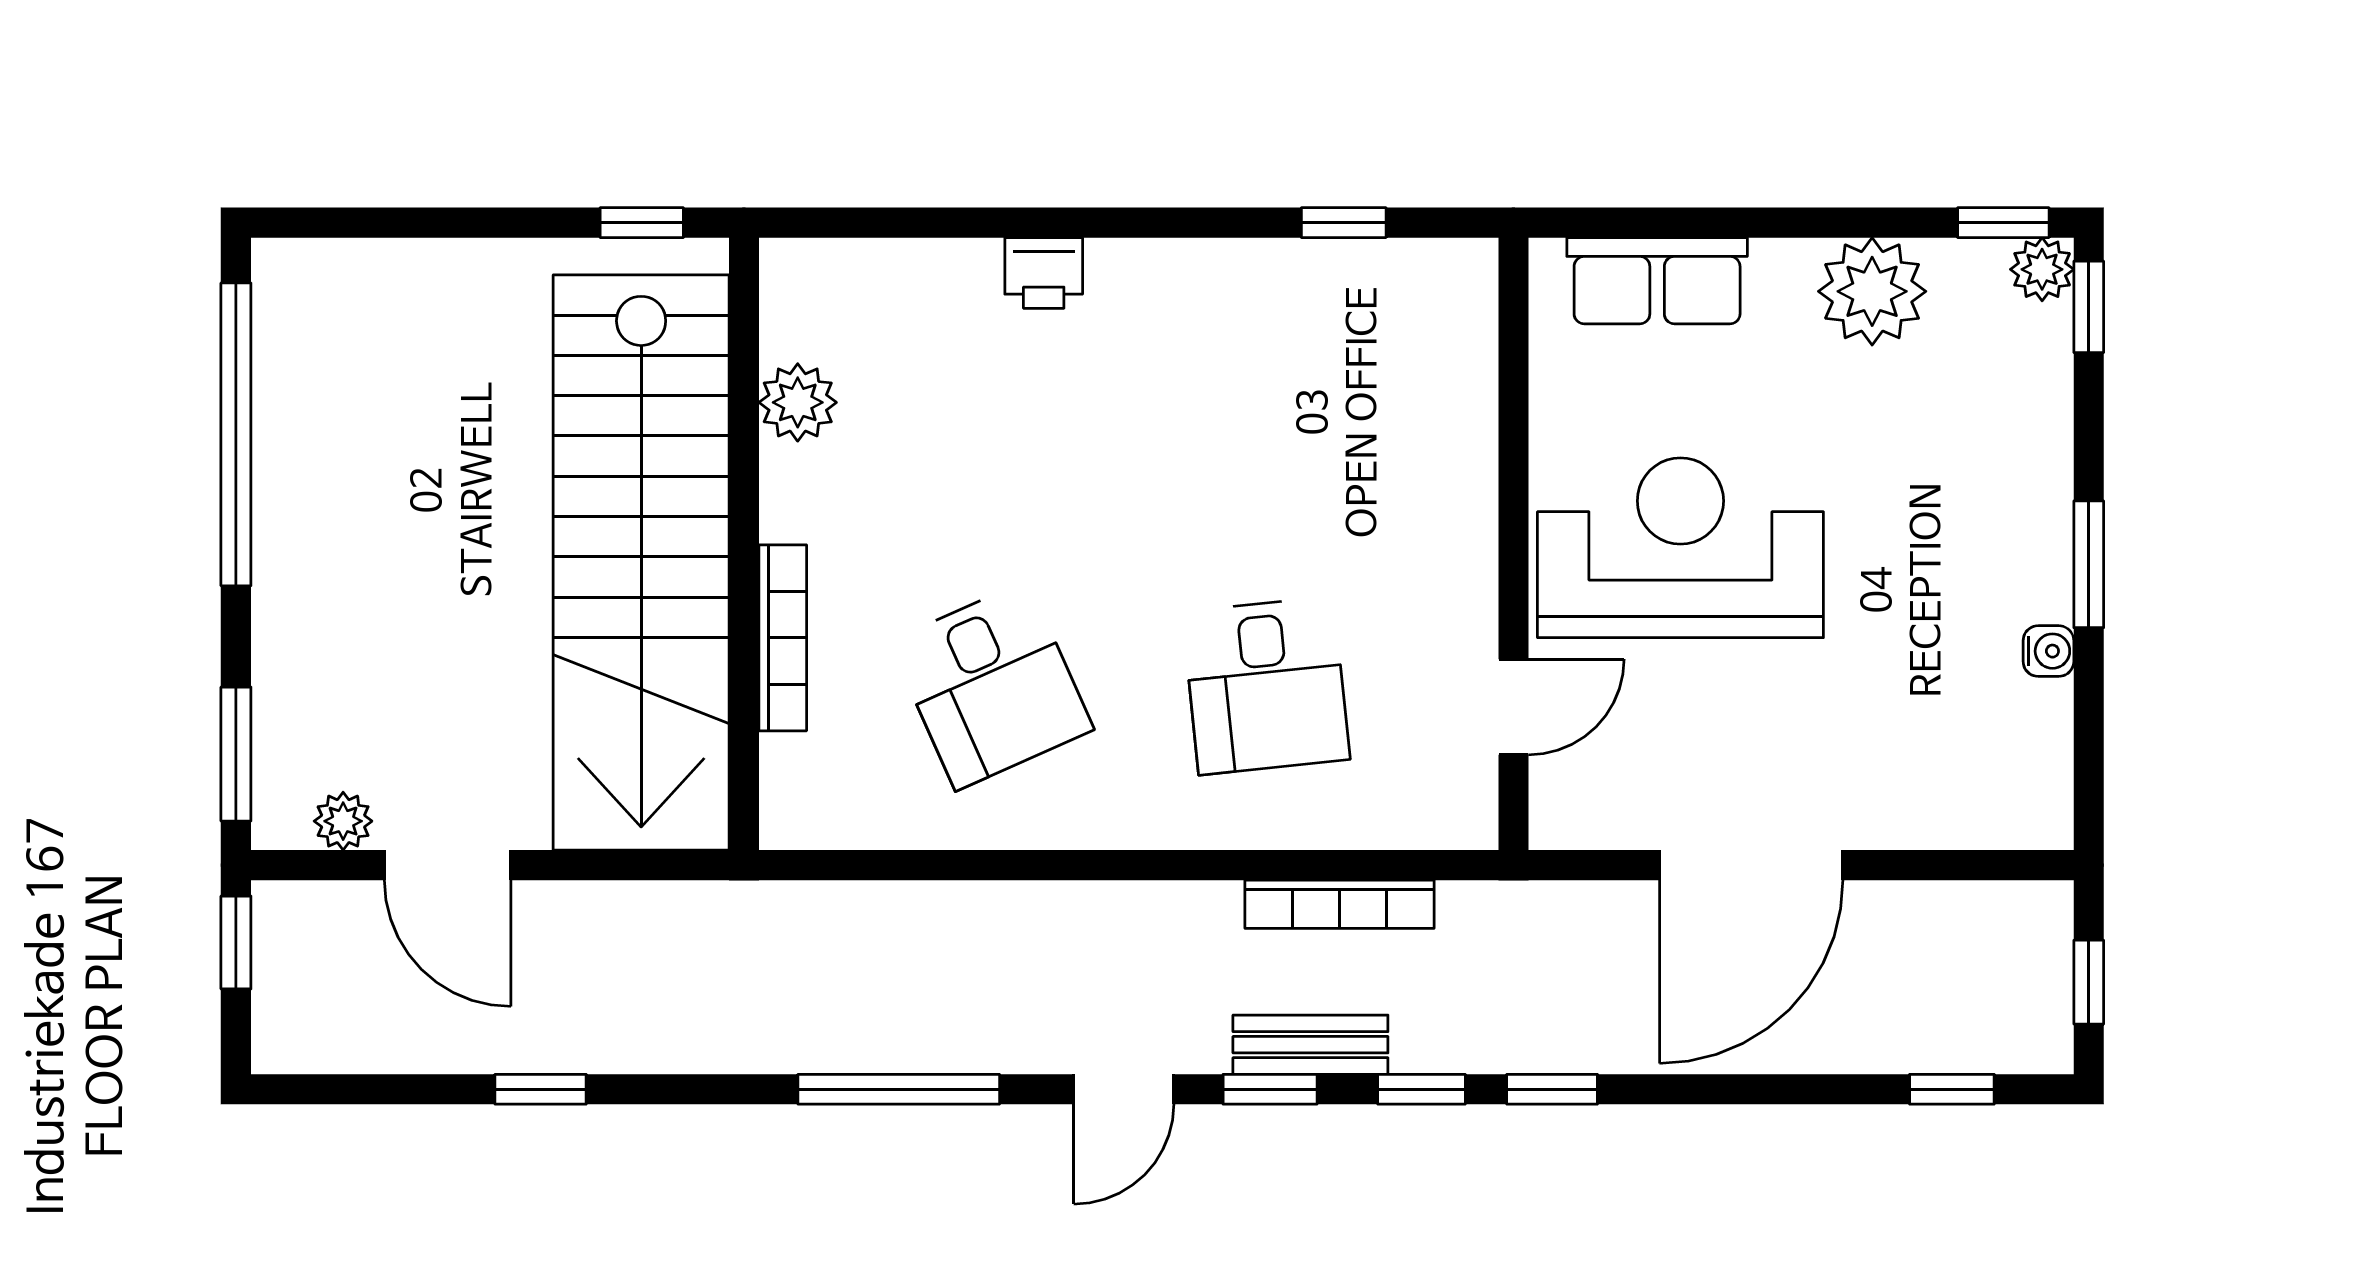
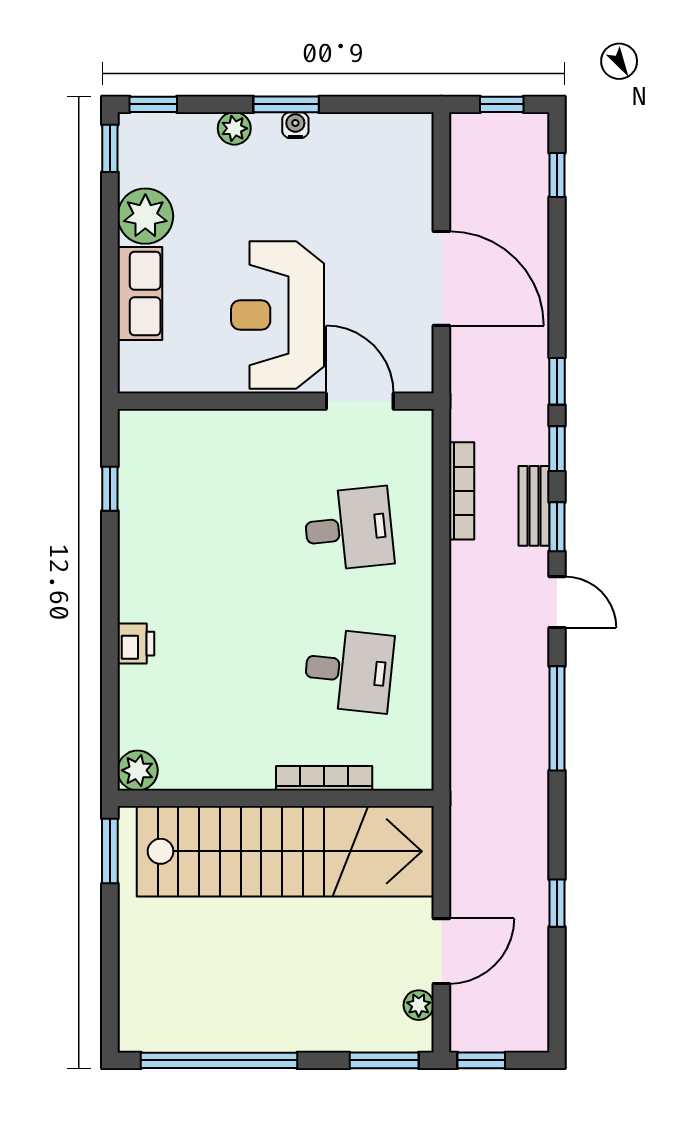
window: (642, 223) -> (110, 851), width x1.50
plant: (2042, 269) -> (234, 128), moved
row of seats: (1657, 281) -> (140, 294), moved
plant: (798, 402) -> (138, 770), moved
water cooler: (2048, 651) -> (295, 125), moved
desk: (991, 686) -> (349, 670), turned 30
door: (1513, 707) -> (360, 401), width x1.38

